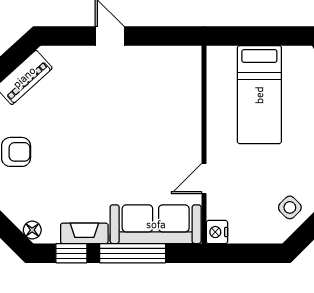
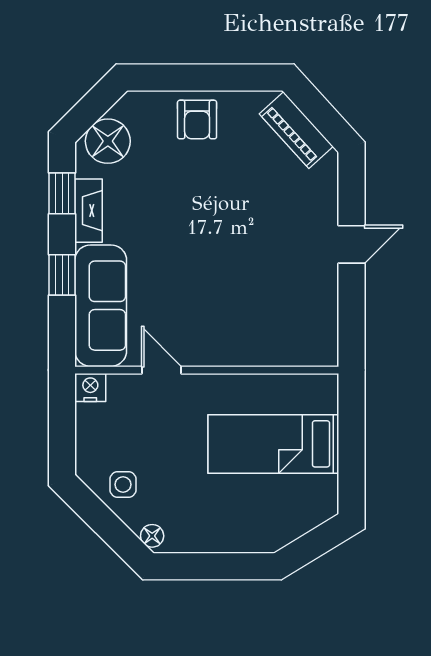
side table: (290, 207) -> (123, 484), turned 45
floor lamp: (32, 230) -> (108, 141), width x1.89, depth x1.89
window: (133, 253) -> (62, 275), width x0.46

